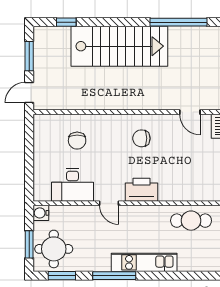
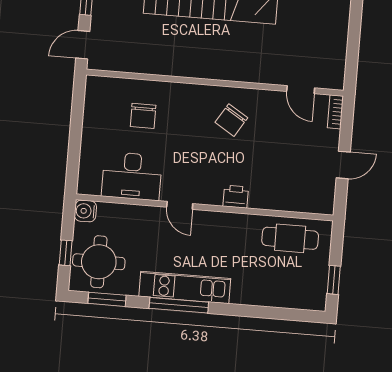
chair: (141, 138) -> (231, 120), turned -58
printer: (142, 190) -> (236, 197), width x0.53, depth x0.68
window: (29, 244) -> (66, 253), width x0.67
kitchen unit: (144, 262) -> (185, 287), moved

